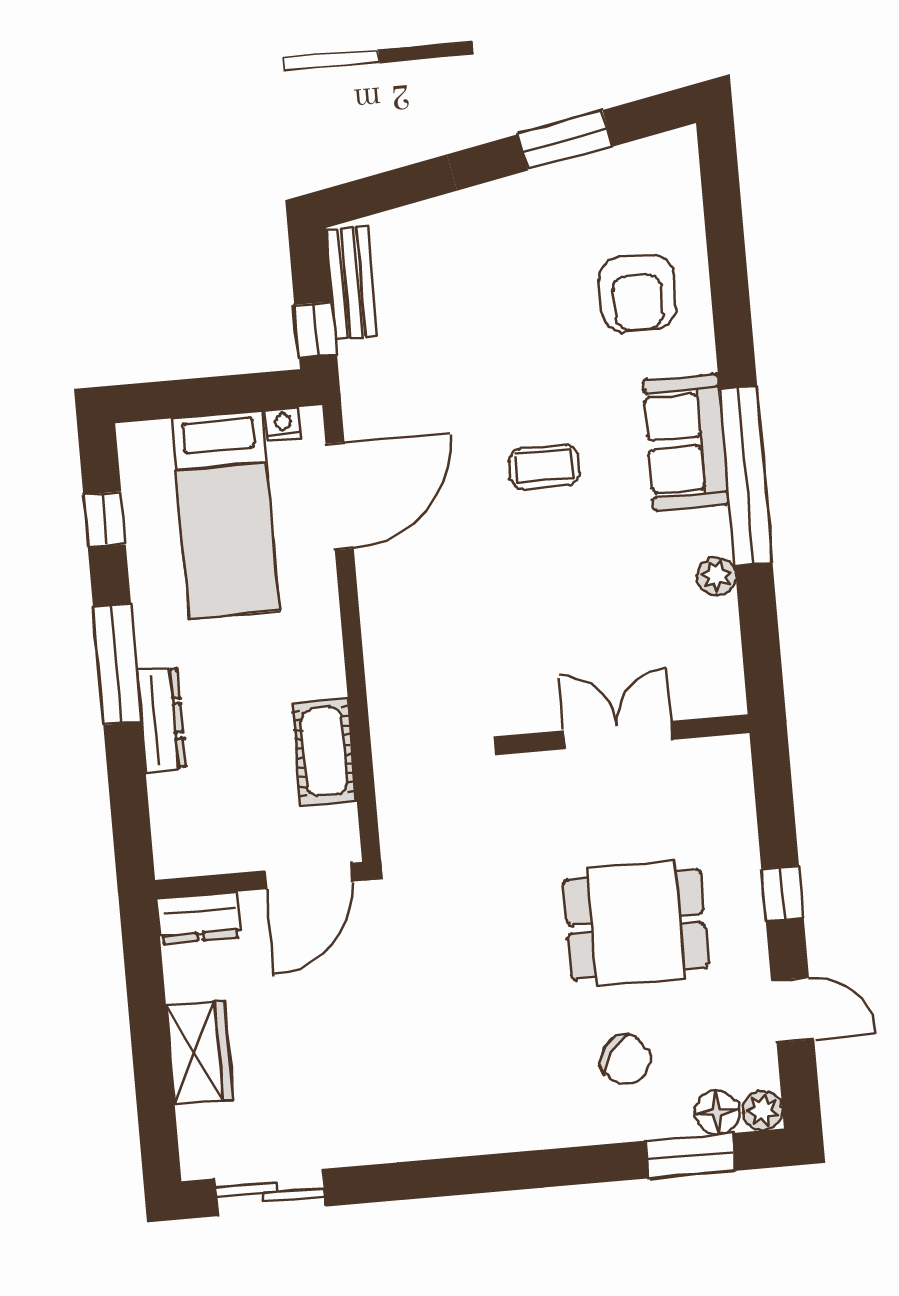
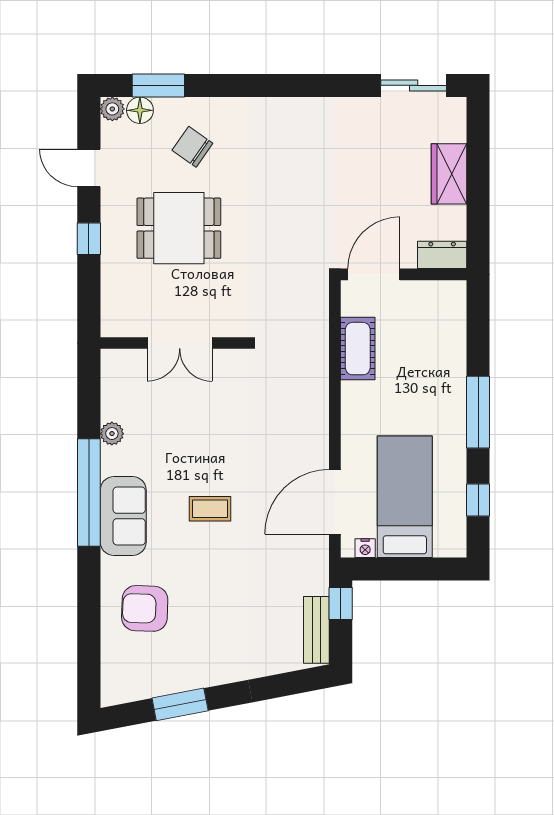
armchair: (637, 293) -> (145, 608), turned -88
dresser: (161, 720) -> (454, 376), removed

